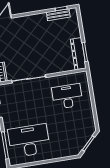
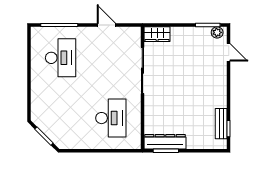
desk: (29, 141) -> (61, 58), width x0.73, depth x0.77

